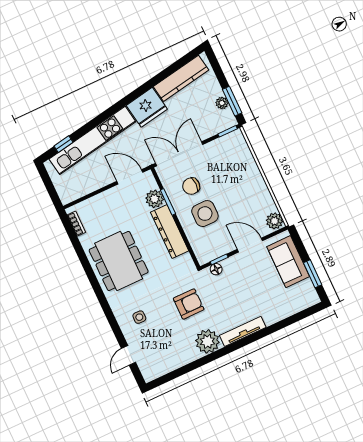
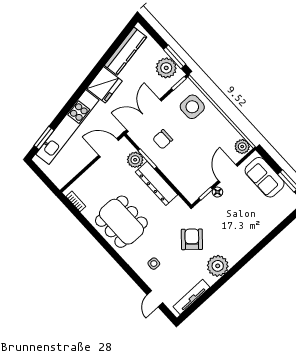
plant: (222, 103) -> (166, 68), width x1.87, depth x1.87
window: (63, 144) -> (44, 138), width x1.50
side table: (205, 214) -> (192, 107), moved
door: (250, 245) -> (228, 173), hinge flipped
floor lamp: (216, 269) -> (217, 192), moved
armchair: (189, 304) -> (192, 239), turned -48
tv unit: (243, 331) -> (191, 297), moved

